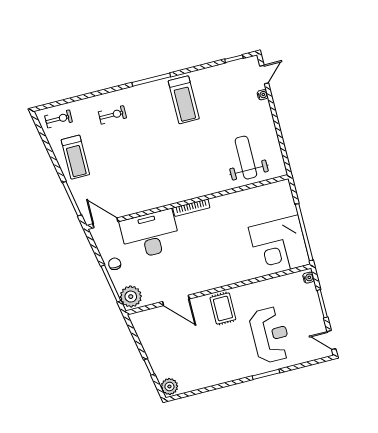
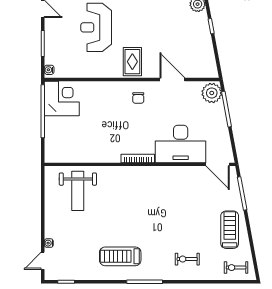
treadmill: (184, 100) -> (120, 256), turned -90
corner desk: (279, 246) -> (62, 98), width x0.74, depth x0.74
chair: (115, 264) -> (138, 98), moved

